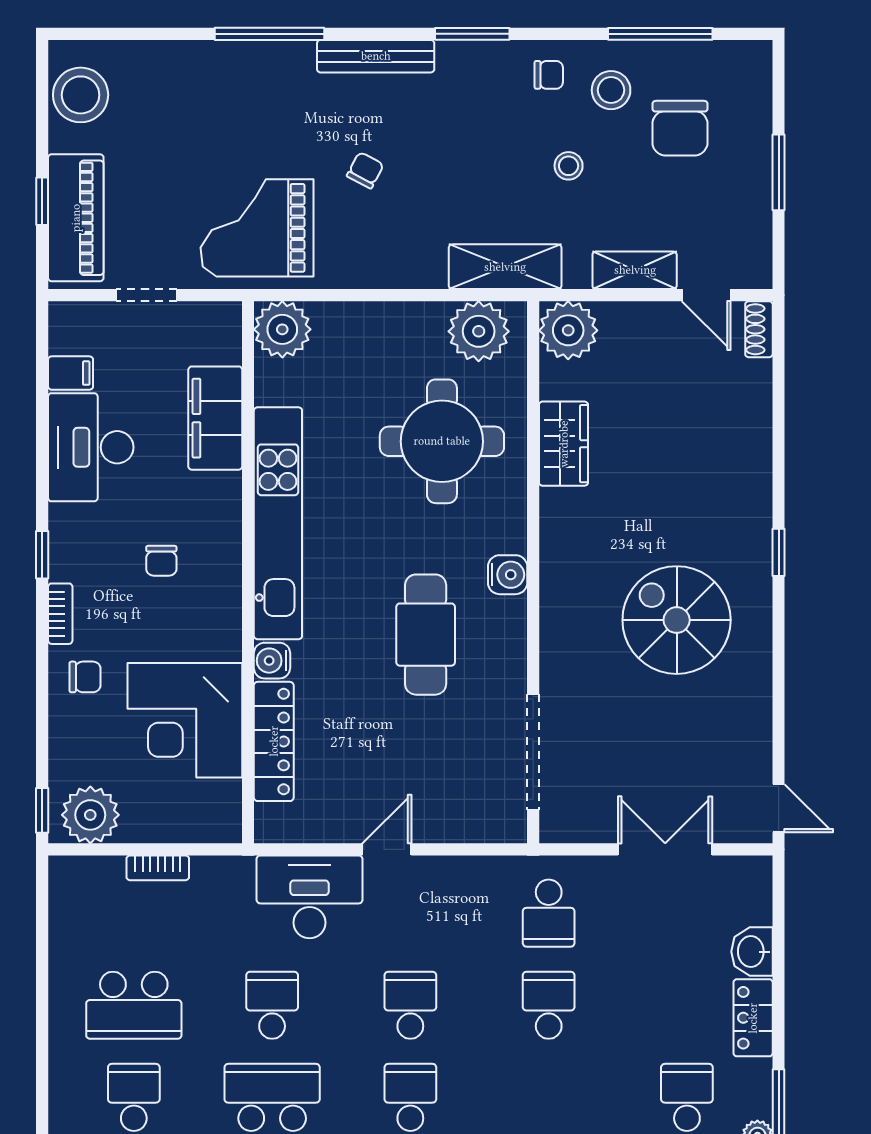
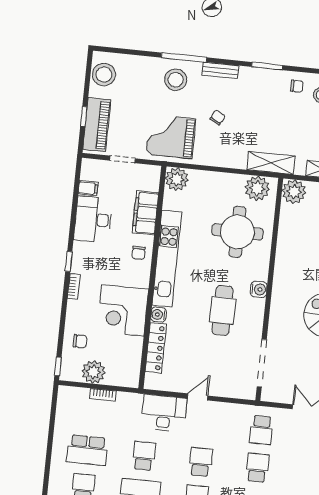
bench: (376, 56) -> (220, 70), width x0.73
stool: (569, 166) -> (176, 80), moved, width x1.89, depth x1.89
wardrobe: (564, 444) -> (287, 238), removed
chair: (161, 561) -> (139, 253), moved
chair: (85, 677) -> (80, 341), moved
corner desk: (185, 720) -> (123, 310), moved
plant: (90, 815) -> (93, 372), moved

